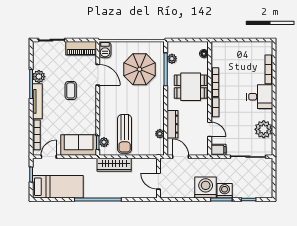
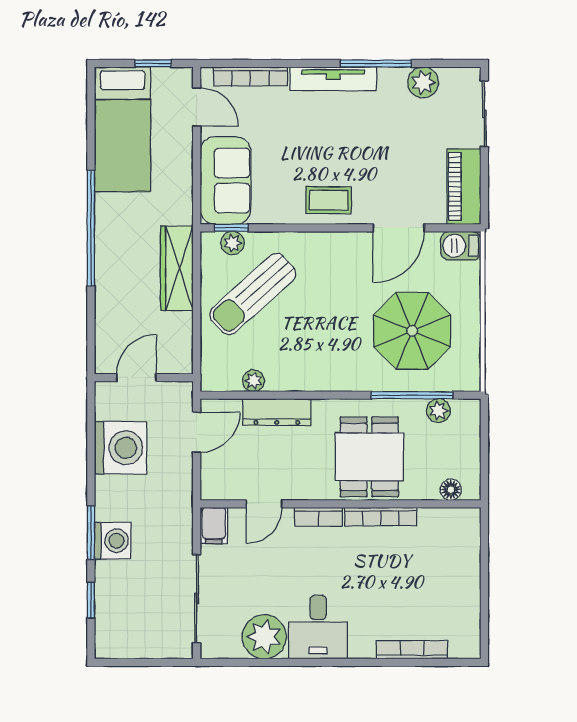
plant: (39, 77) -> (423, 82), moved
coffee table: (71, 90) -> (329, 200), moved
desk: (260, 97) -> (318, 627), moved
sun lounger: (125, 134) -> (253, 294), turned -42
washing machine: (206, 188) -> (121, 448), moved

